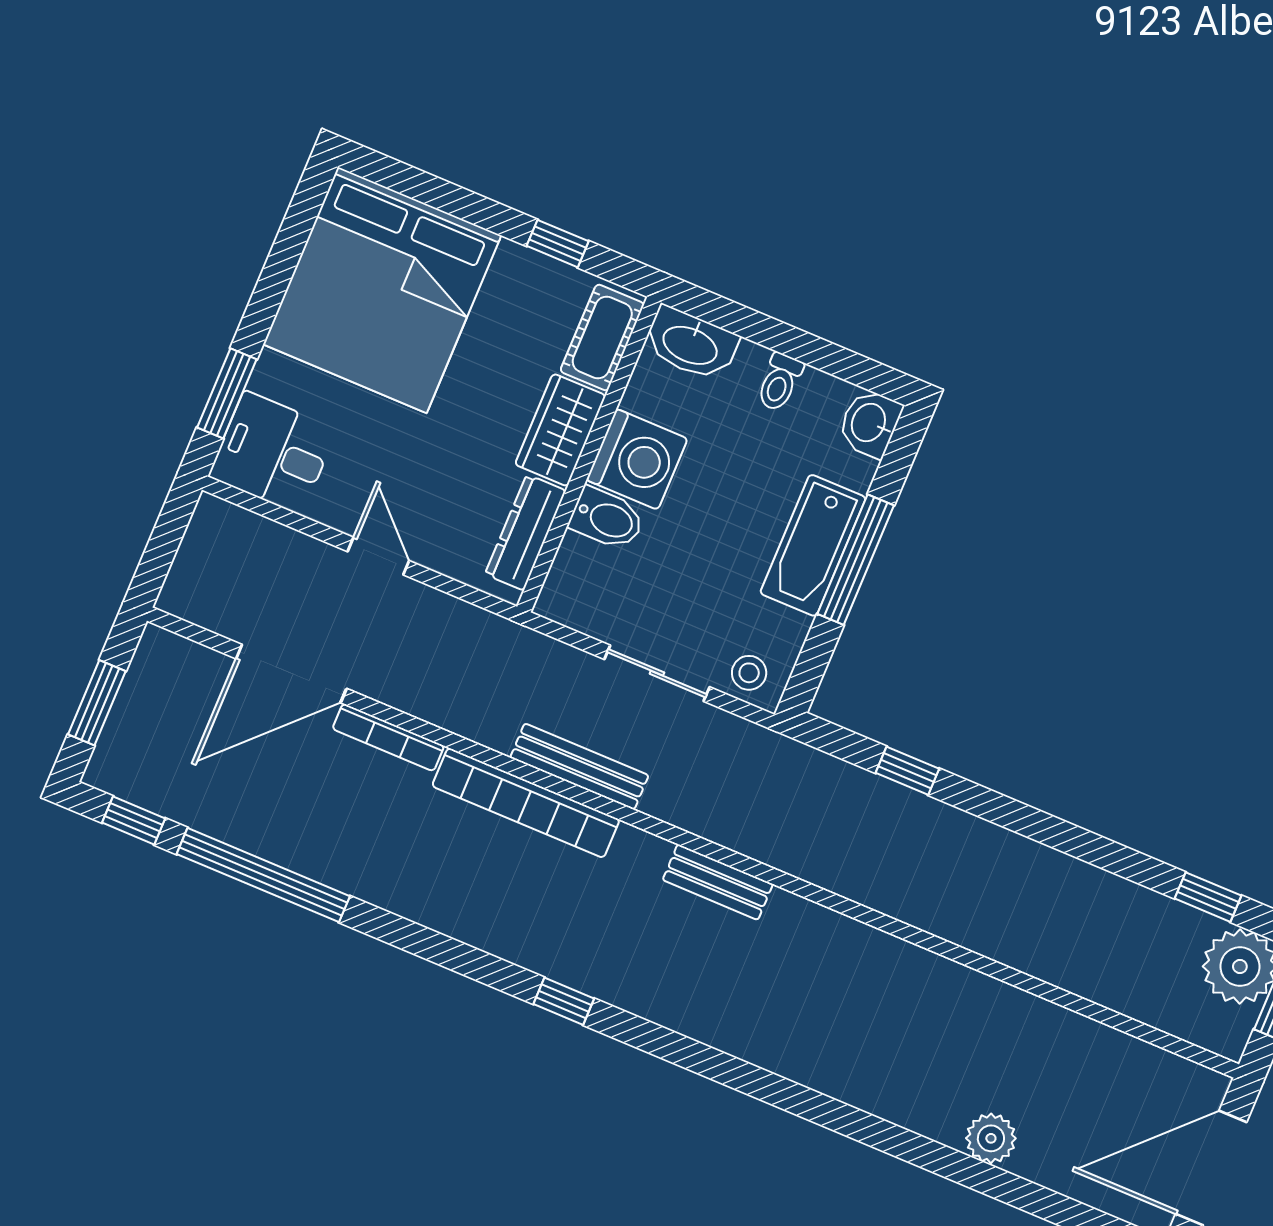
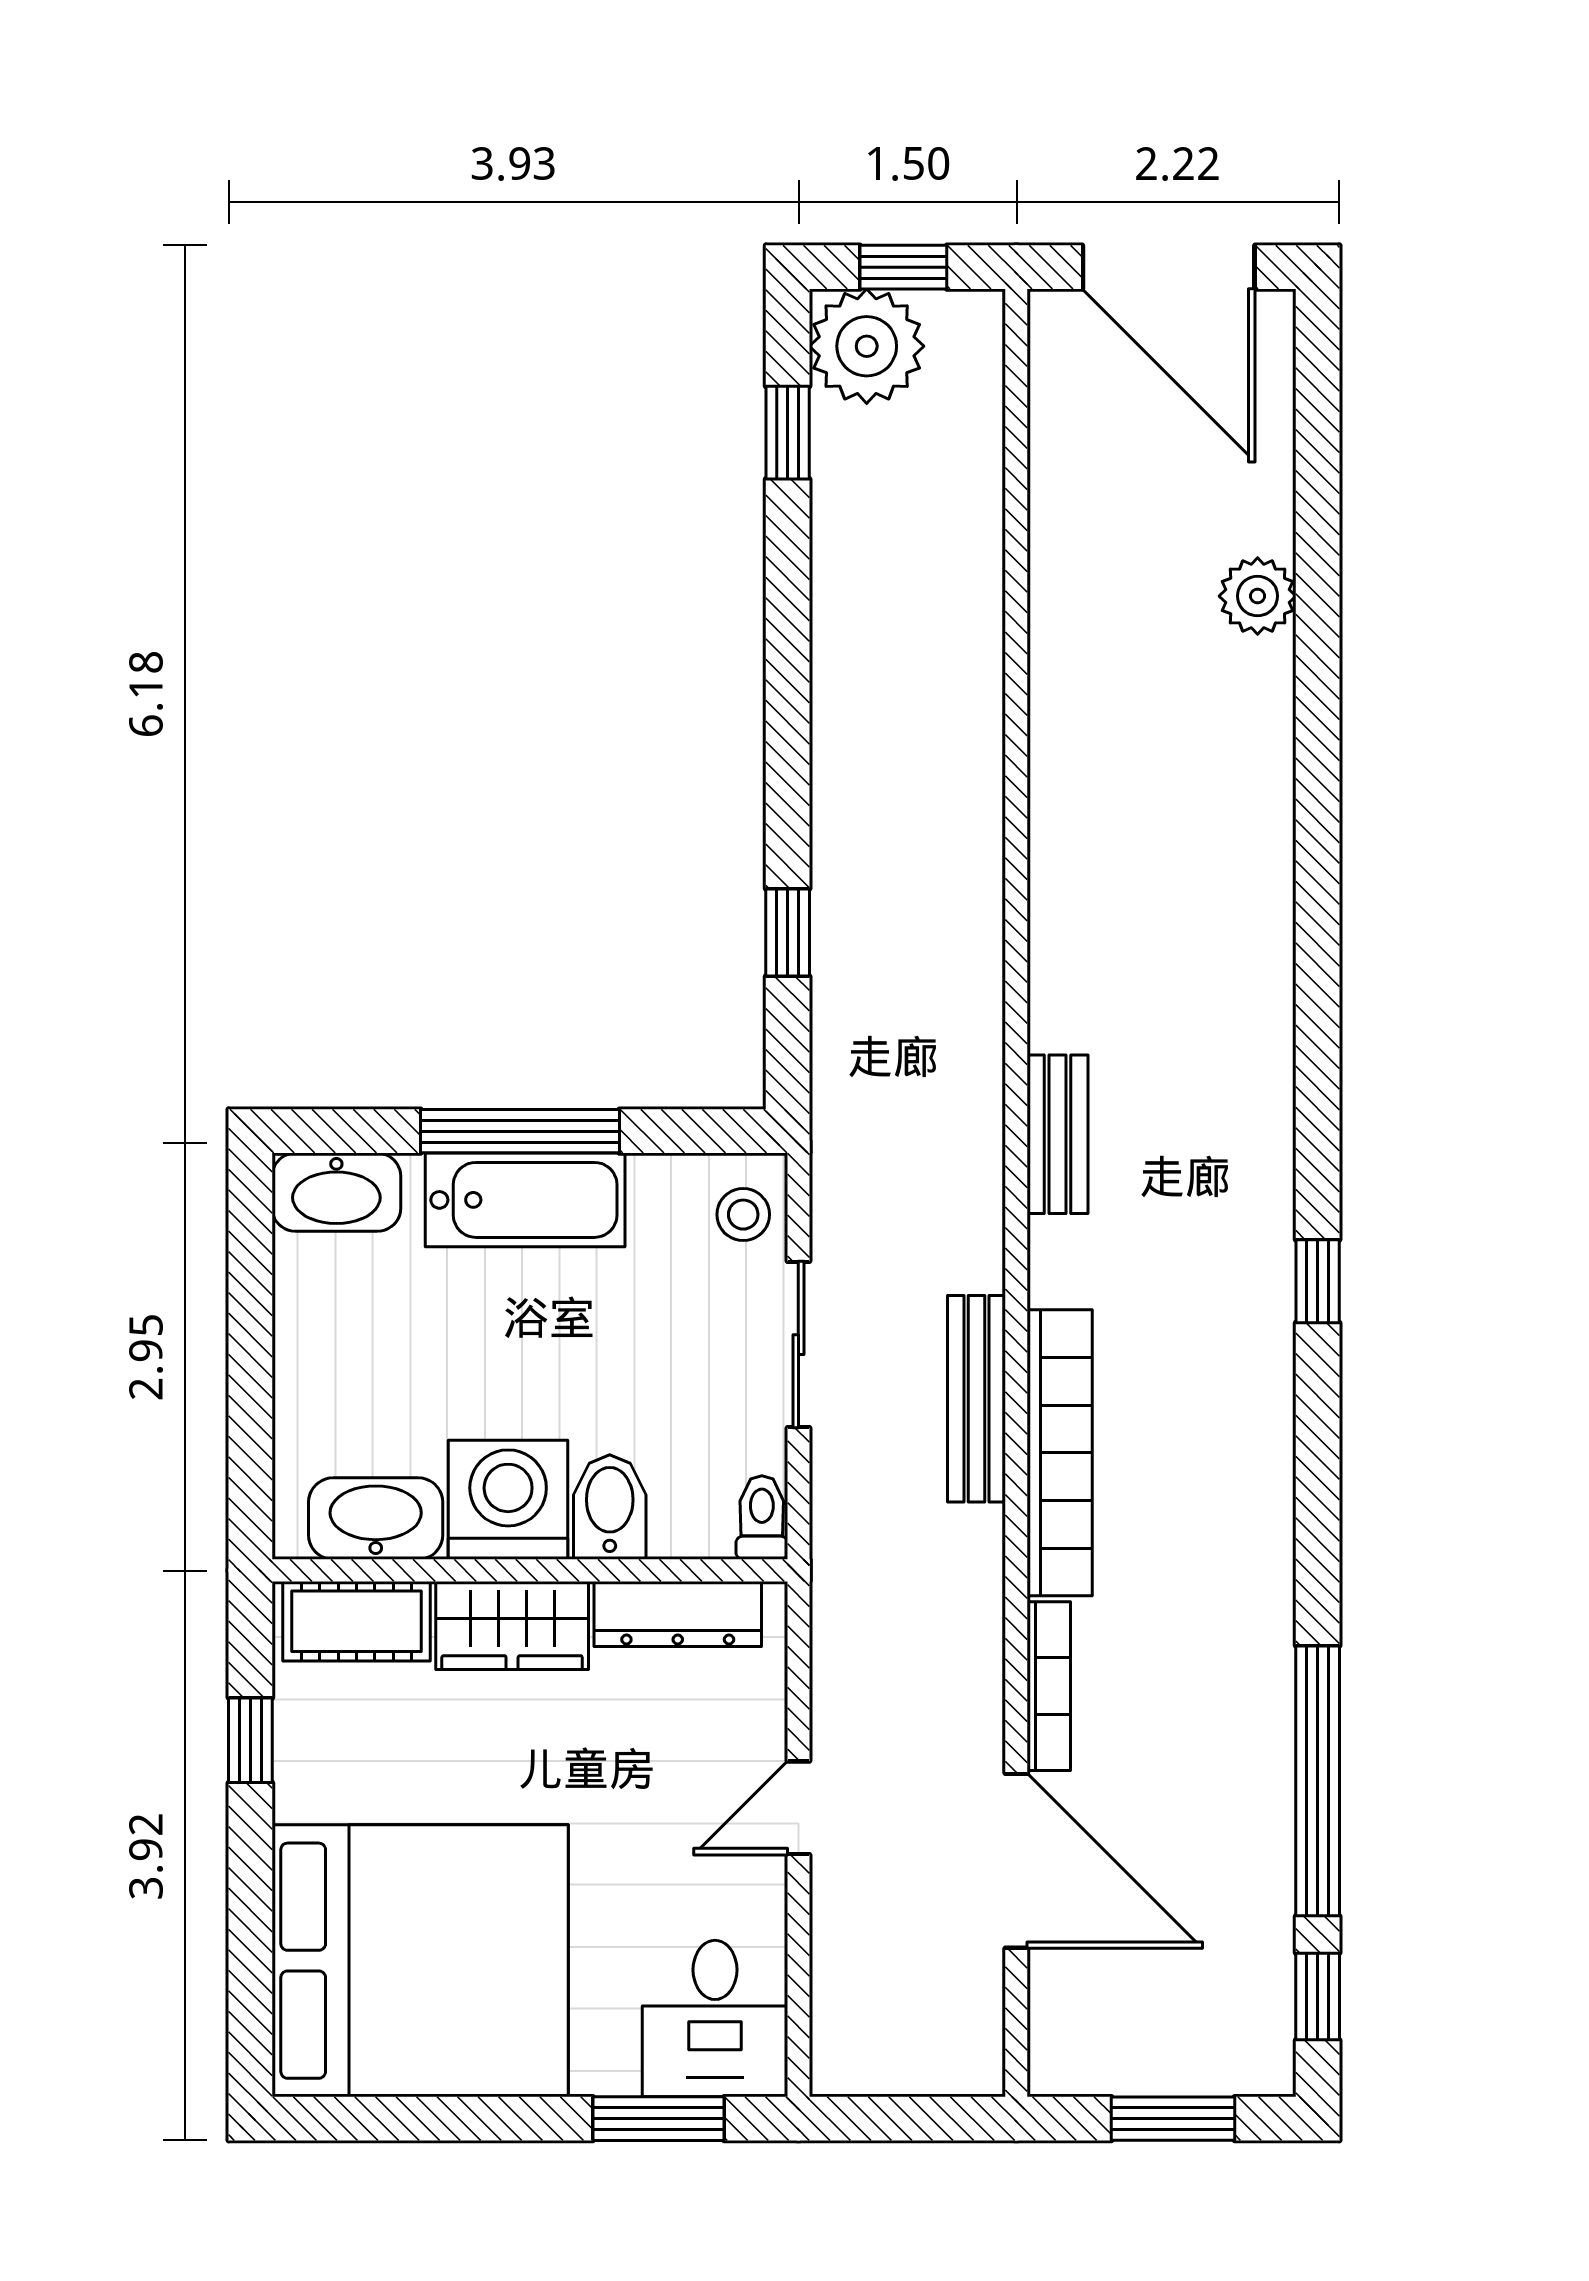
washbasin: (691, 344) -> (376, 1519), moved, turned -90
toilet: (780, 382) -> (762, 1518), moved, turned -90
washbasin: (870, 423) -> (336, 1192), width x1.38

